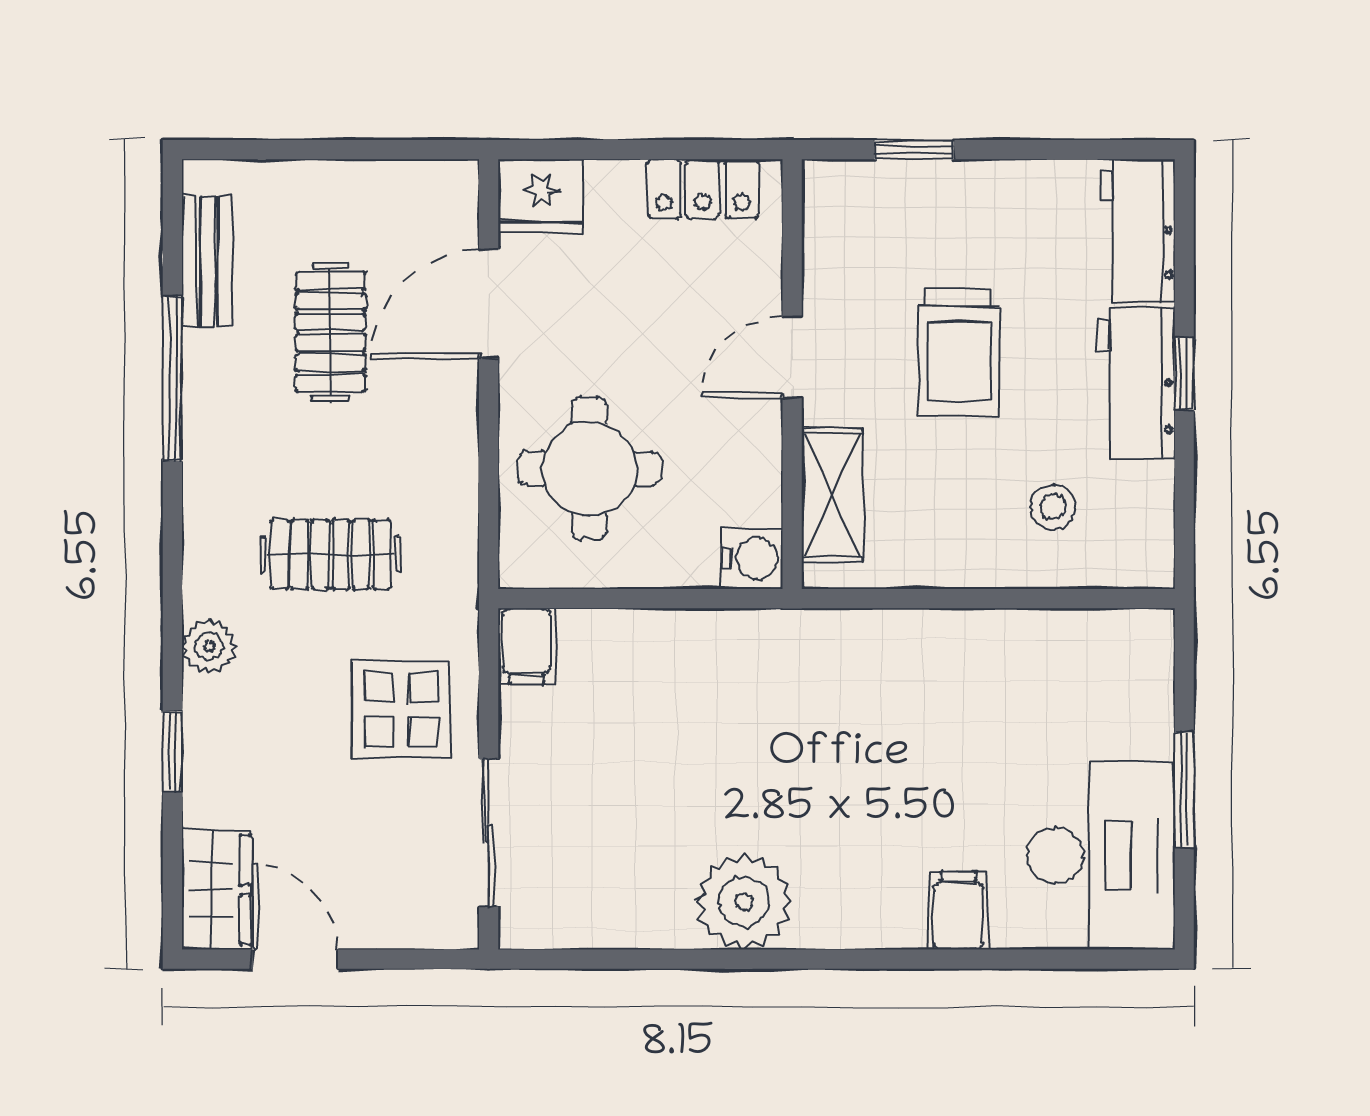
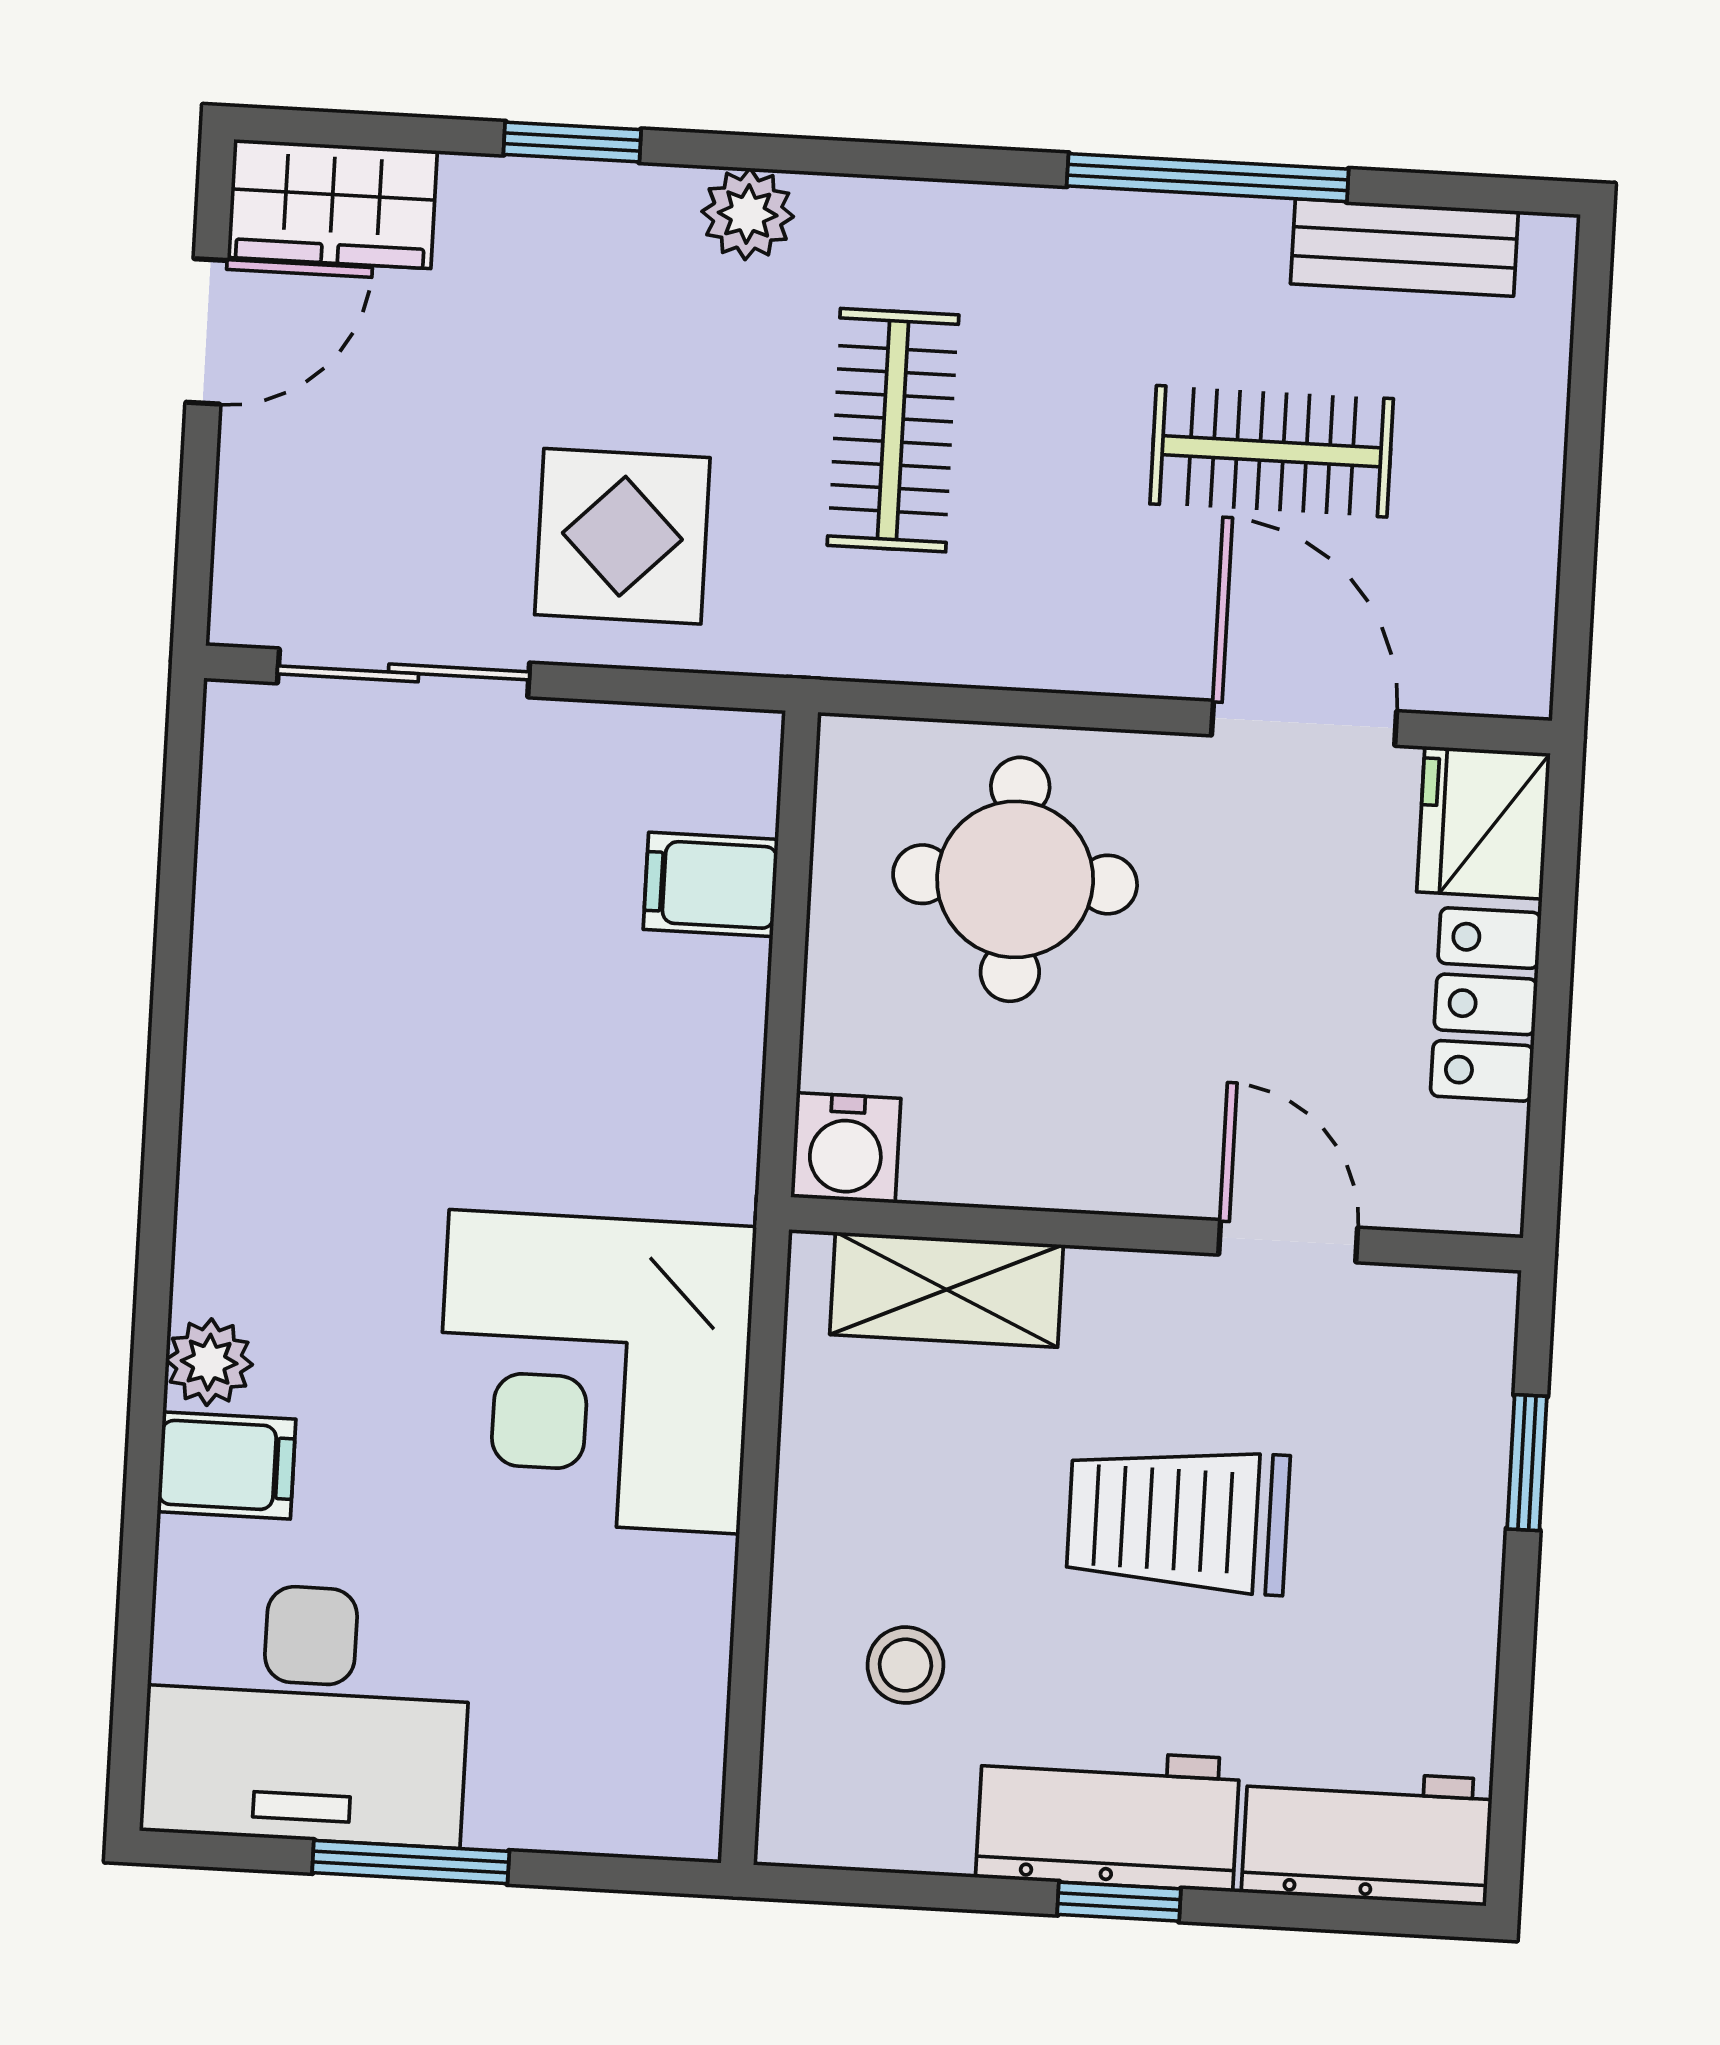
locker: (703, 189) -> (1486, 1004), moved
door: (792, 357) -> (1288, 1241), moved
filing cabinet: (527, 646) -> (711, 884), moved
corner desk: (891, 698) -> (594, 1372), added
plant: (744, 902) -> (209, 1362), moved, width x0.53, depth x0.53

